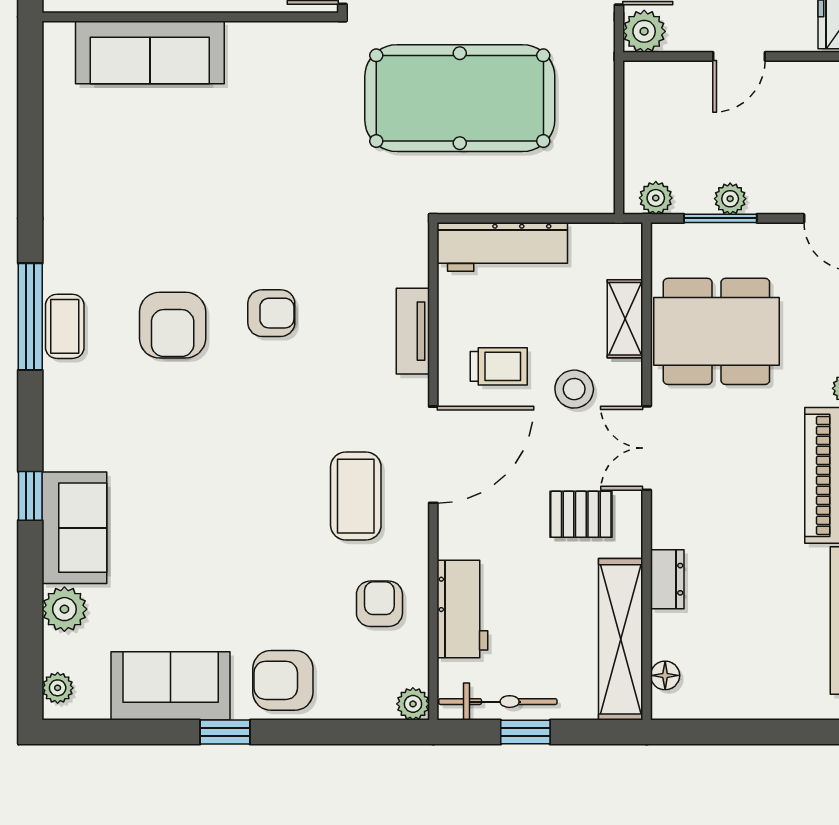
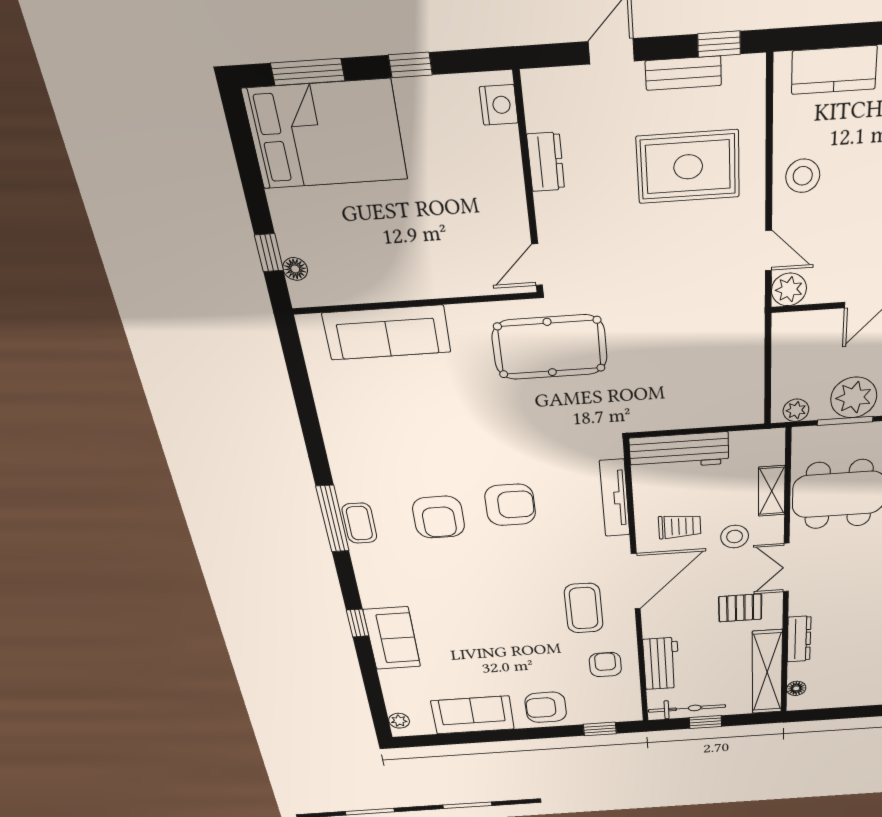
pool table: (460, 98) -> (550, 347), moved, width x0.73, depth x0.76
plant: (730, 199) -> (854, 397), width x1.88, depth x1.88
armchair: (271, 313) -> (510, 505), width x1.38, depth x1.38
tv unit: (413, 331) -> (615, 498), width x1.41
dresser: (667, 579) -> (799, 639), width x1.44
plant: (64, 609) -> (395, 681), removed
plant: (413, 704) -> (632, 713), removed
window: (225, 732) -> (600, 729), moved

